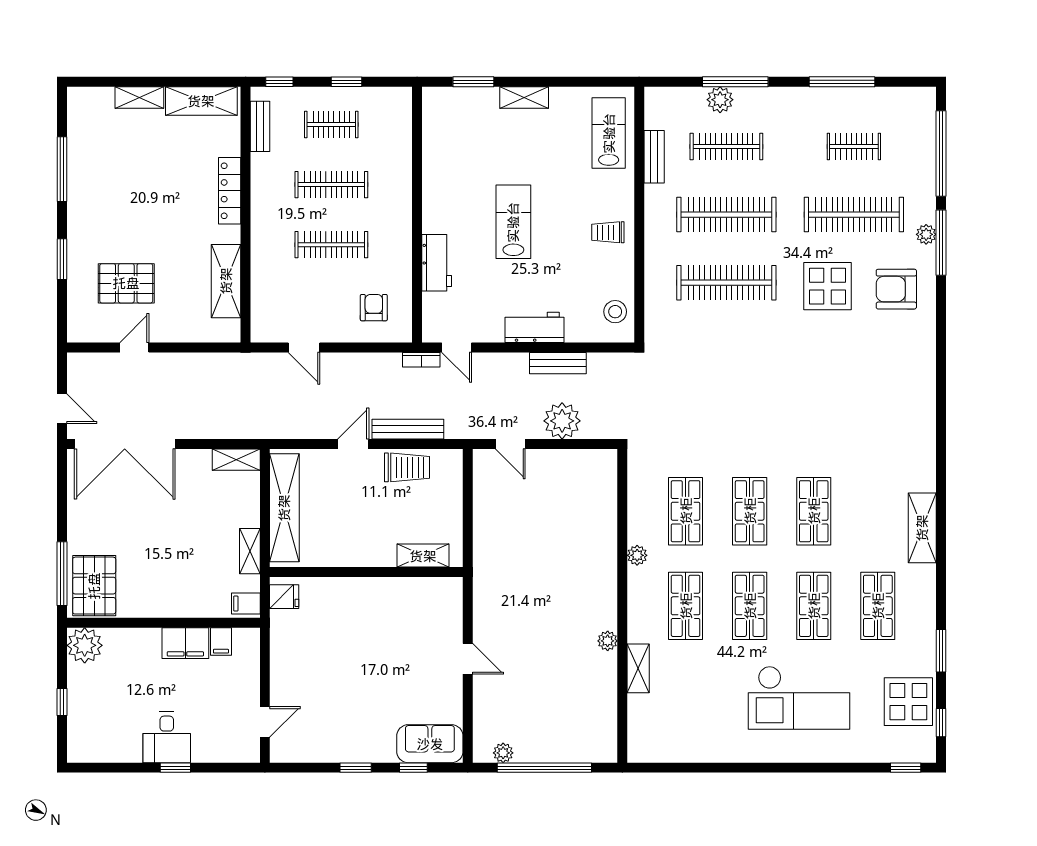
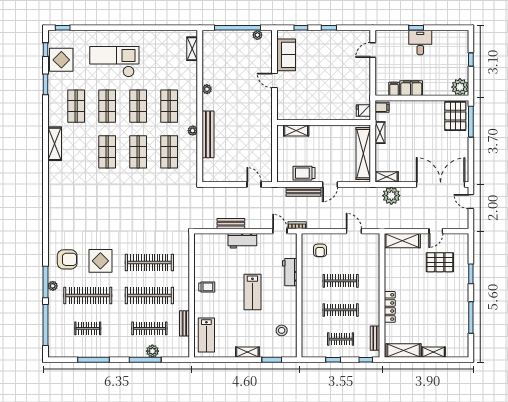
shelving: (226, 281) -> (402, 241), moved, turned 90
stool: (615, 312) -> (282, 330), moved
plant: (562, 421) -> (391, 196), moved
bench: (605, 547) -> (208, 134), added
shelving: (638, 668) -> (192, 49), moved
sofa: (430, 744) -> (286, 55), moved, turned -90

